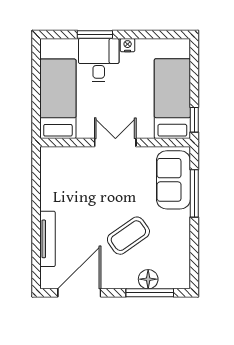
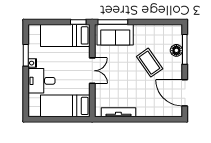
window: (95, 35) -> (26, 55), moved
double door: (115, 142) -> (92, 71), swing flipped
window: (194, 193) -> (113, 22), moved
tv unit: (48, 239) -> (118, 112), moved

